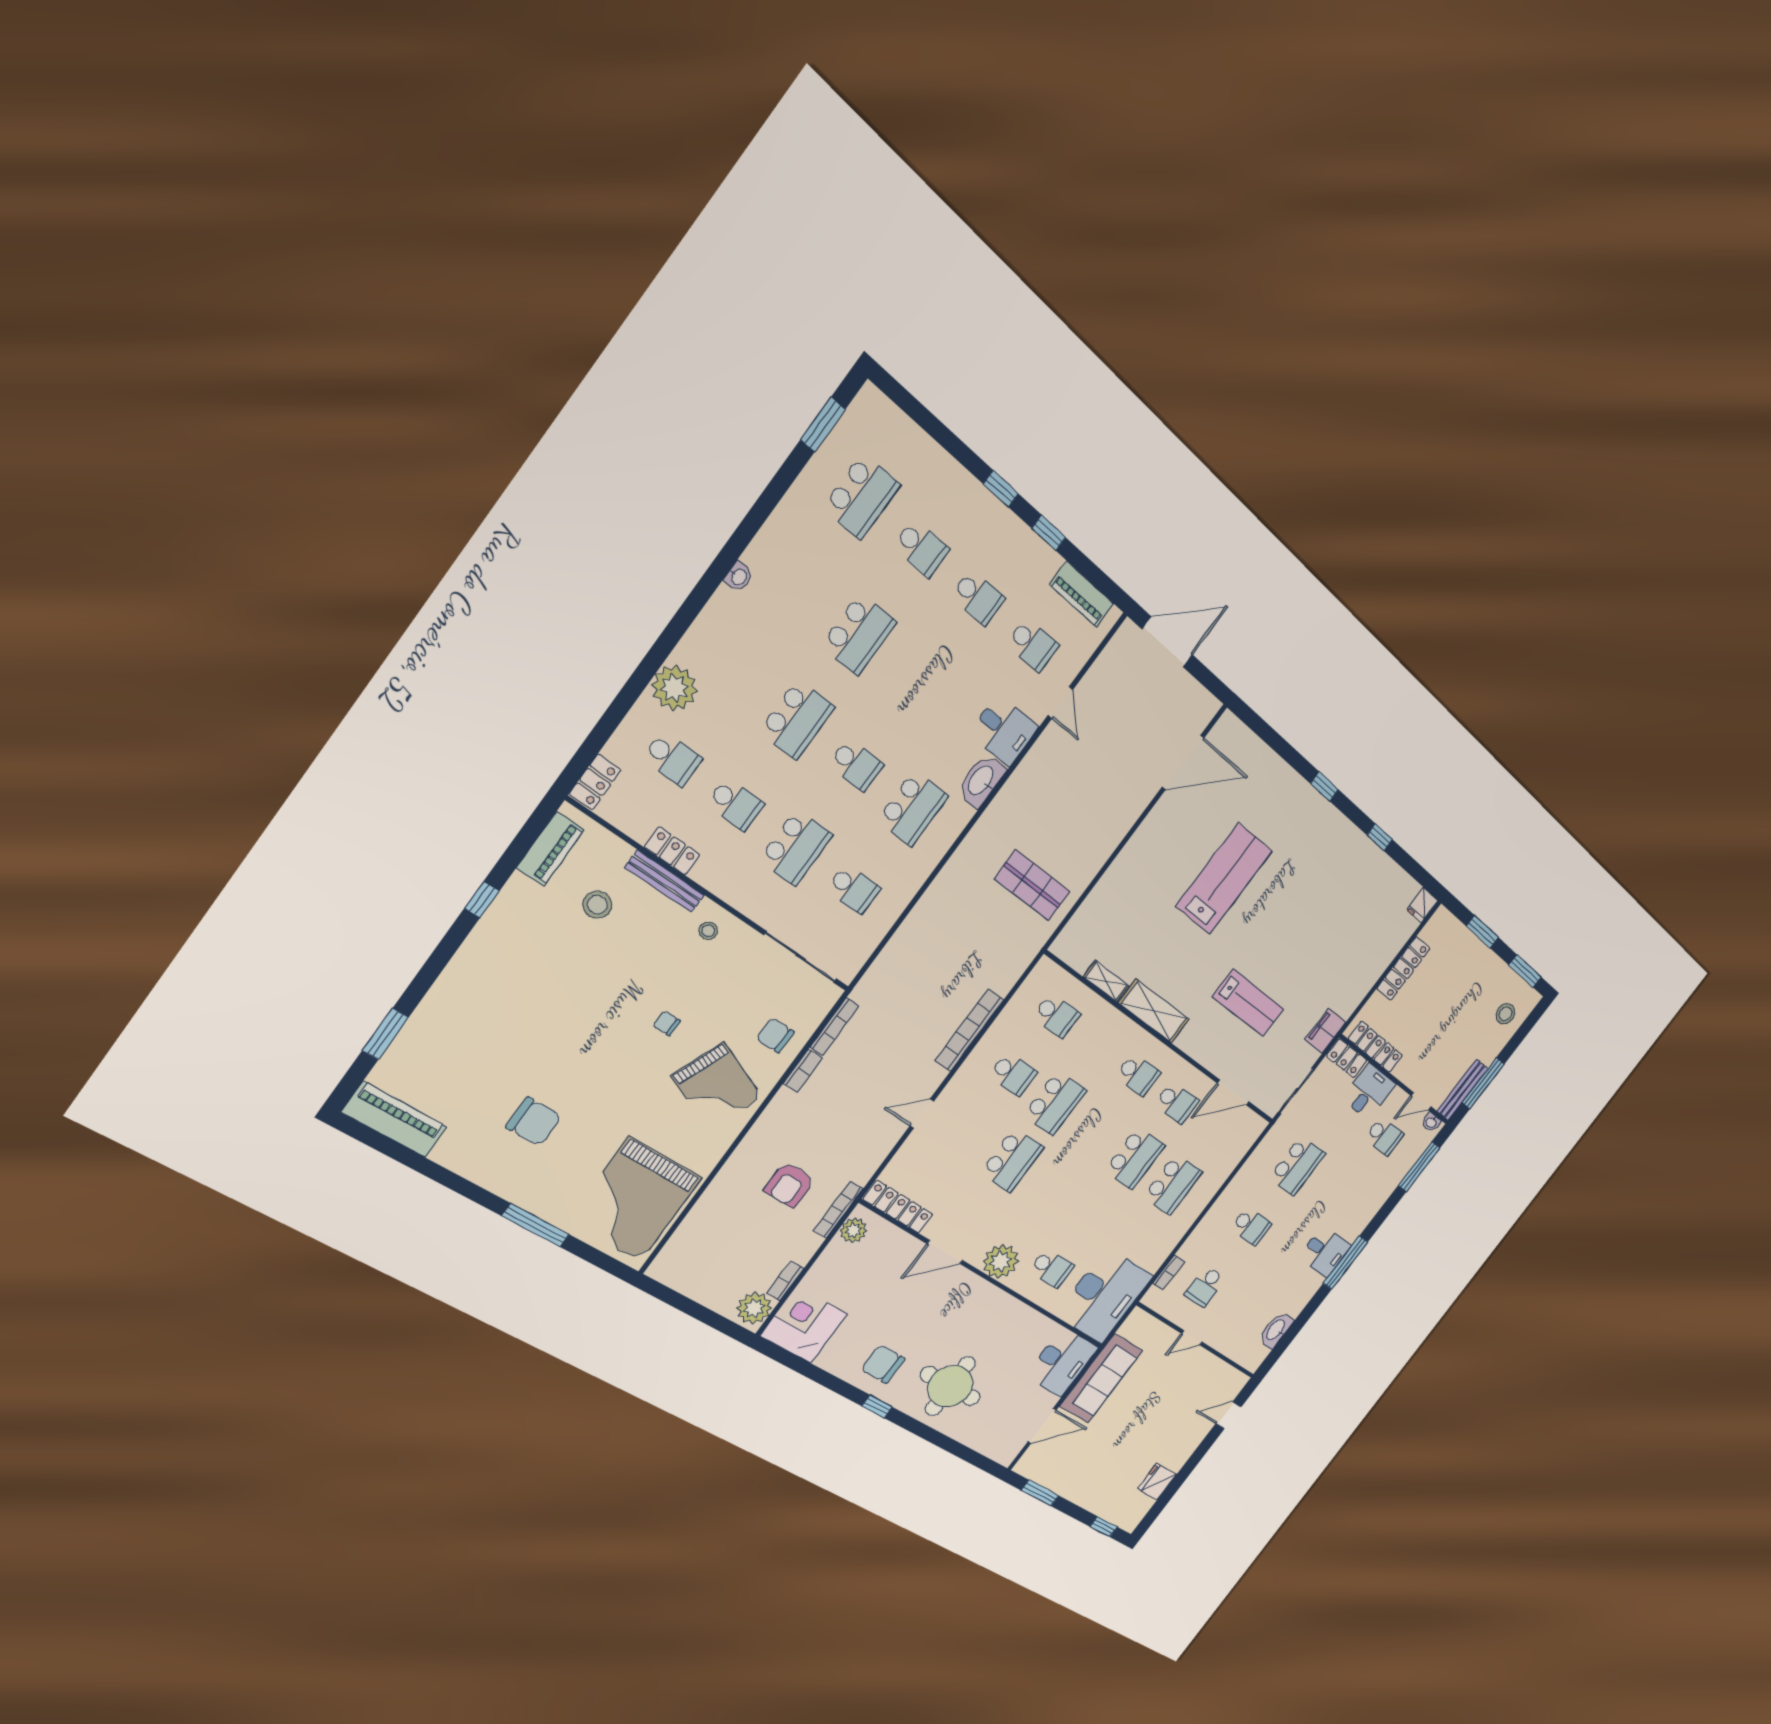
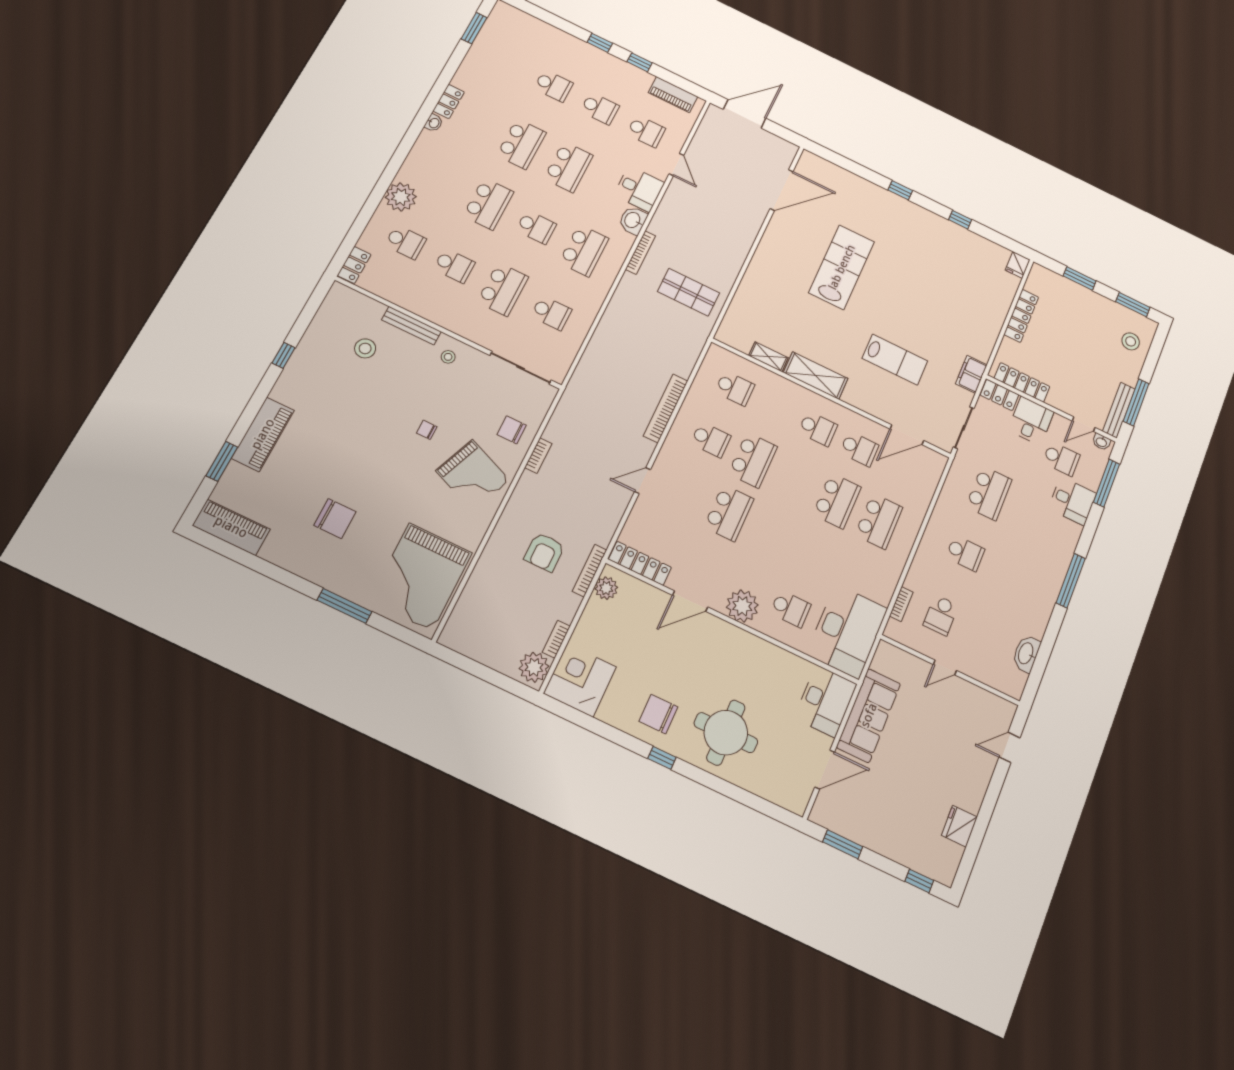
school desk: (862, 496) -> (568, 167), moved
washbasin: (981, 781) -> (633, 220), width x0.72
piano: (550, 849) -> (263, 434), moved, width x1.37, depth x1.33
locker: (672, 851) -> (449, 101), moved, turned 90
bookcase: (834, 1027) -> (641, 252), moved
desk: (1325, 1252) -> (1072, 501), moved

